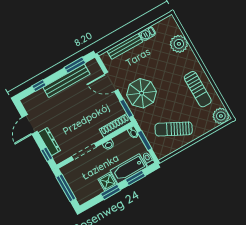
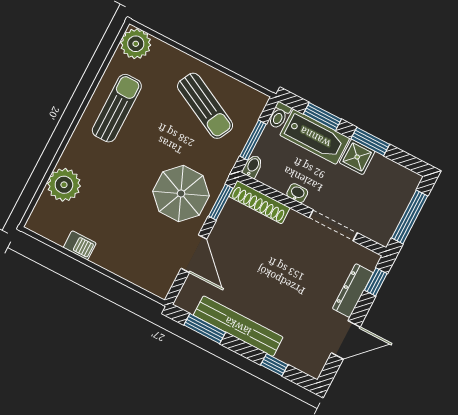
bench: (125, 46) -> (123, 268), removed

